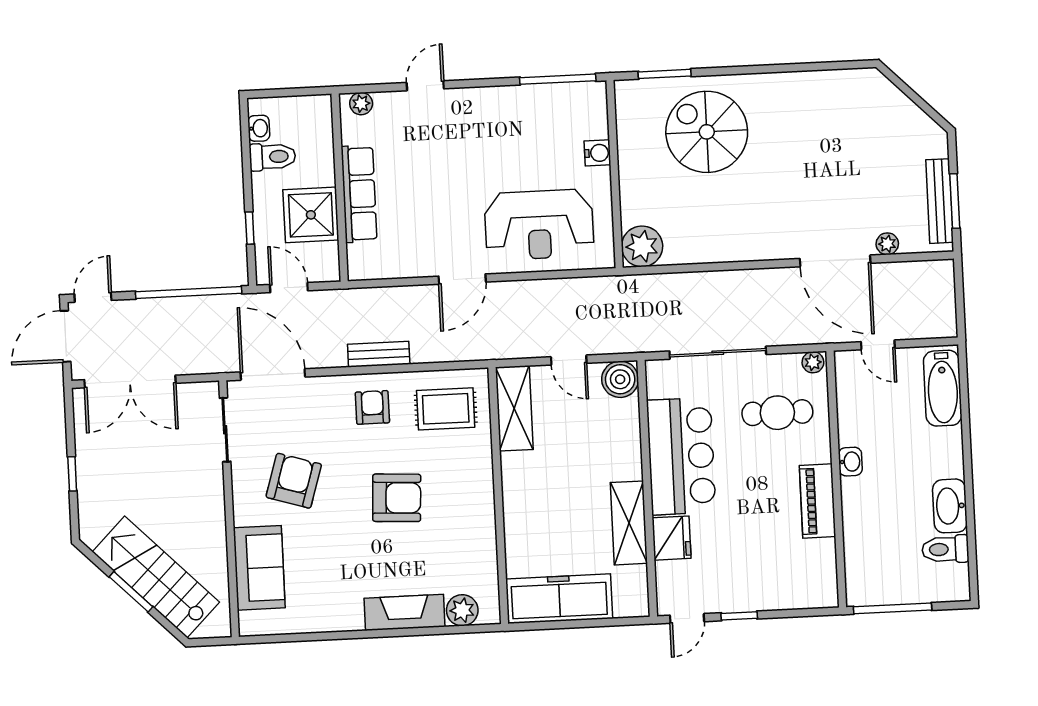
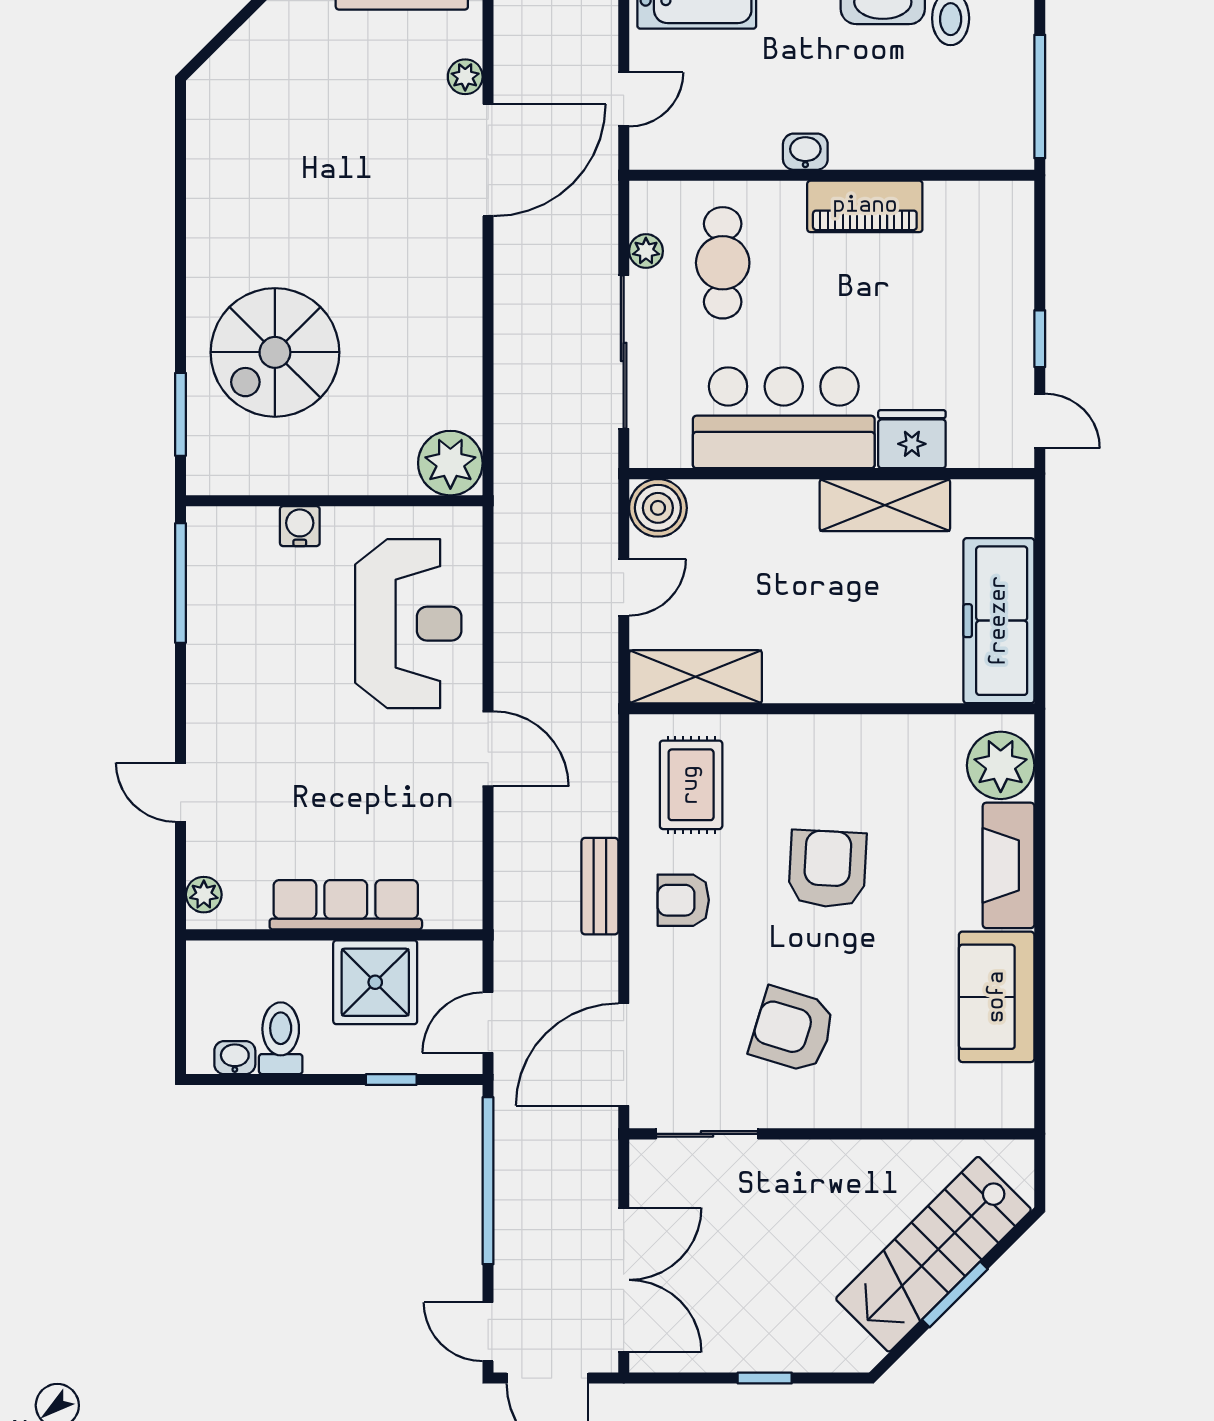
plant: (813, 362) -> (646, 251), moved
sofa: (259, 568) -> (997, 997), moved, turned -90
plant: (462, 610) -> (1001, 765), width x1.36, depth x1.36

